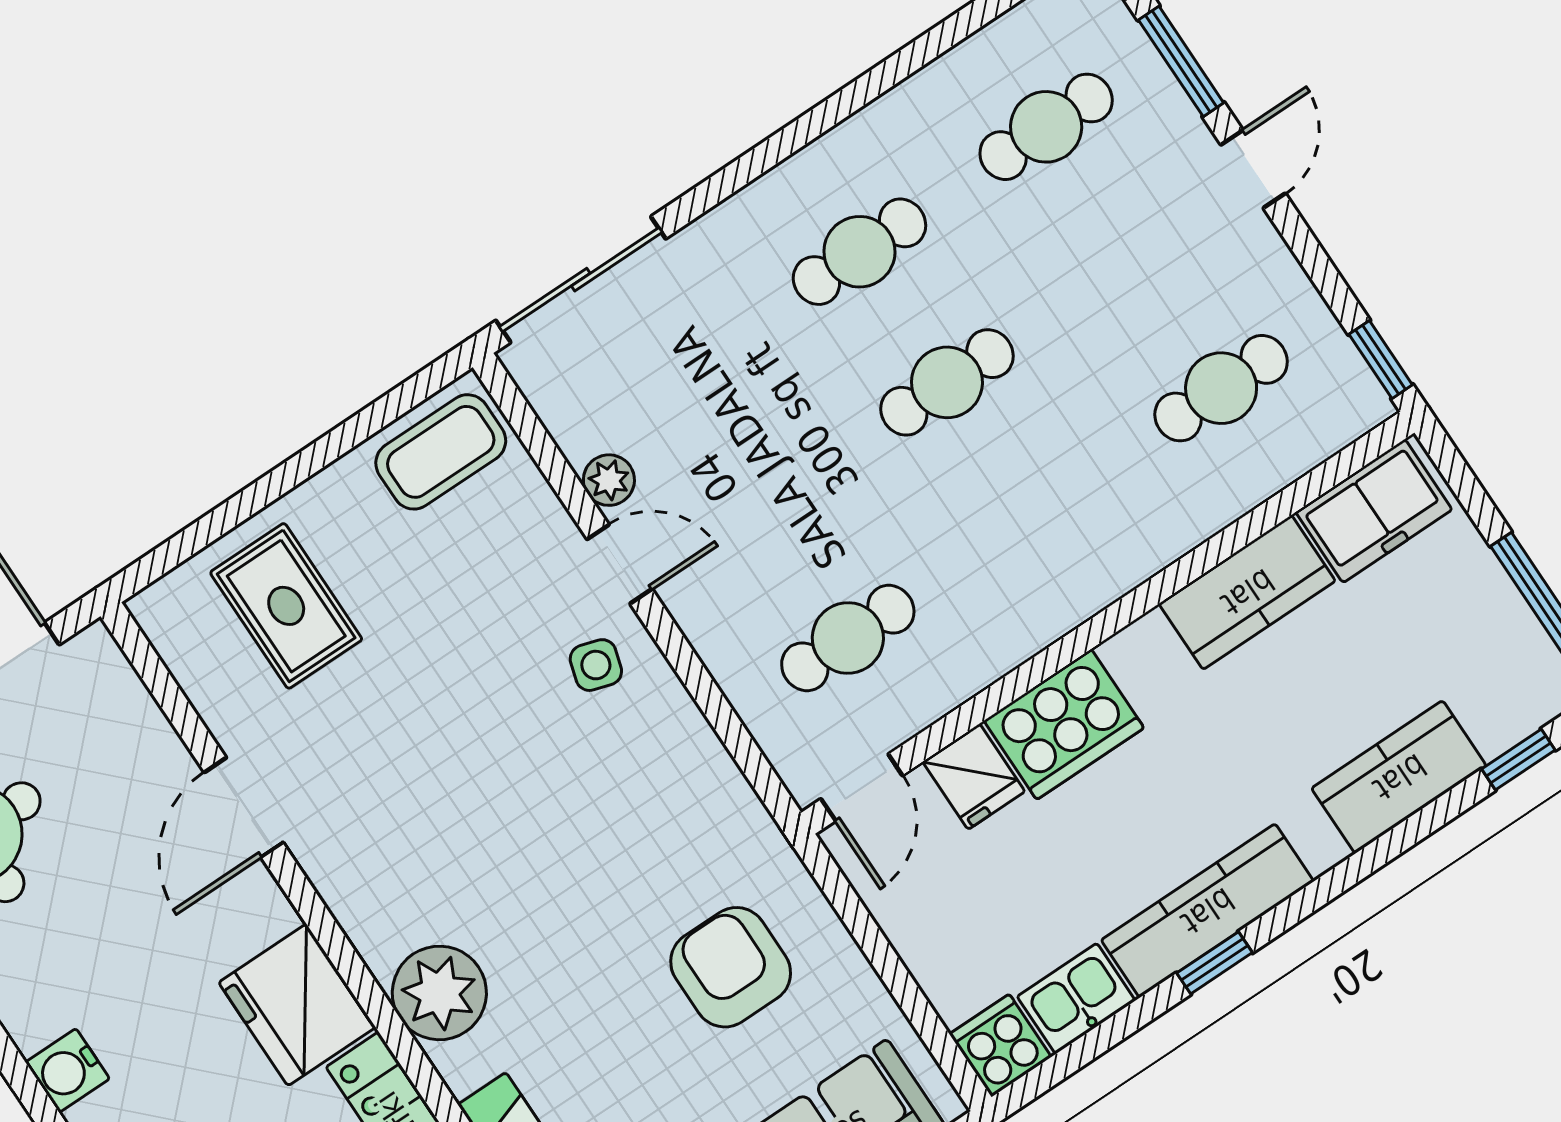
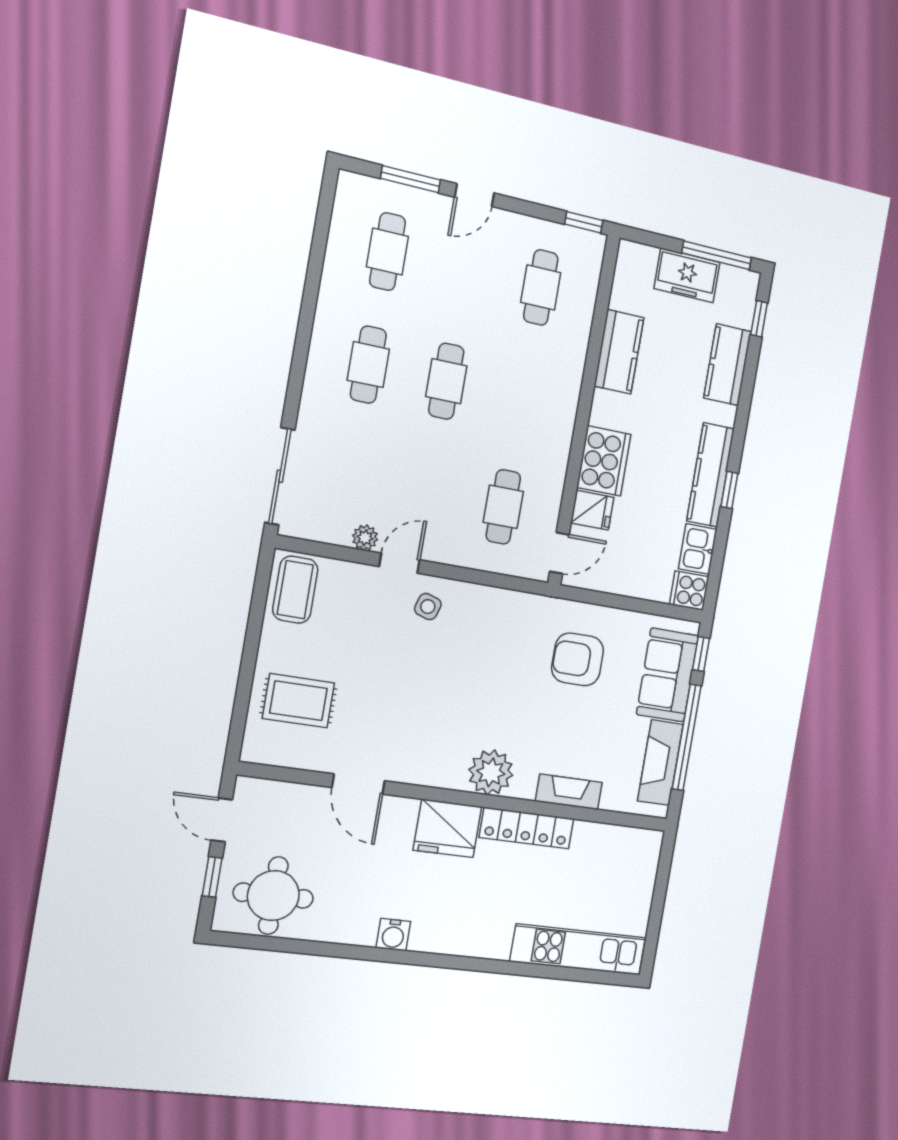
door: (1253, 169) -> (474, 195), swing flipped
freezer: (1374, 511) -> (687, 275), moved, turned 90
door: (862, 787) -> (559, 553), hinge flipped

